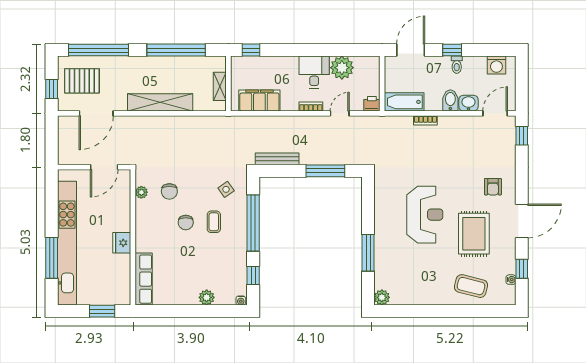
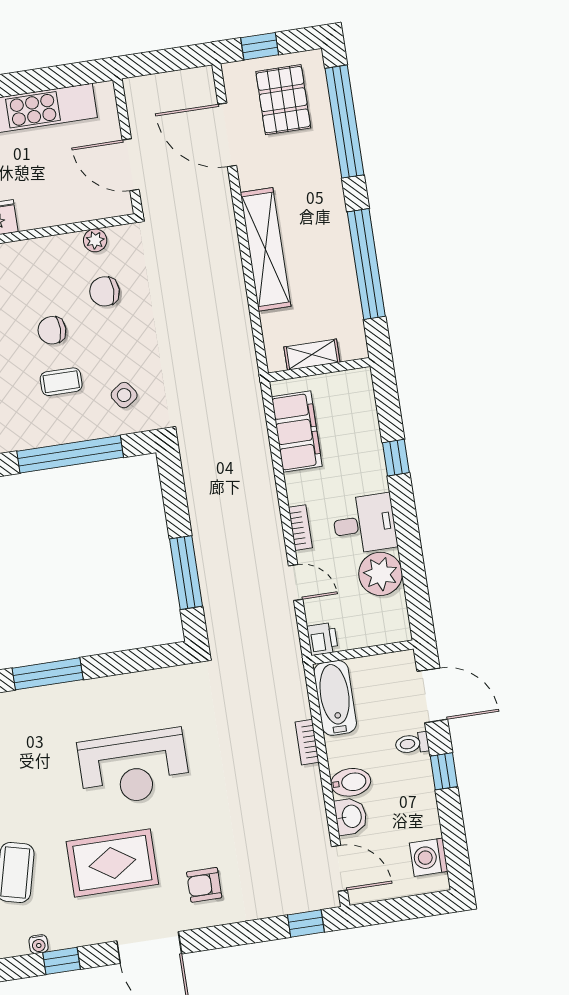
window: (251, 50) -> (396, 458), moved
toilet: (457, 65) -> (412, 743), moved
bench: (277, 159) -> (195, 480), removed

